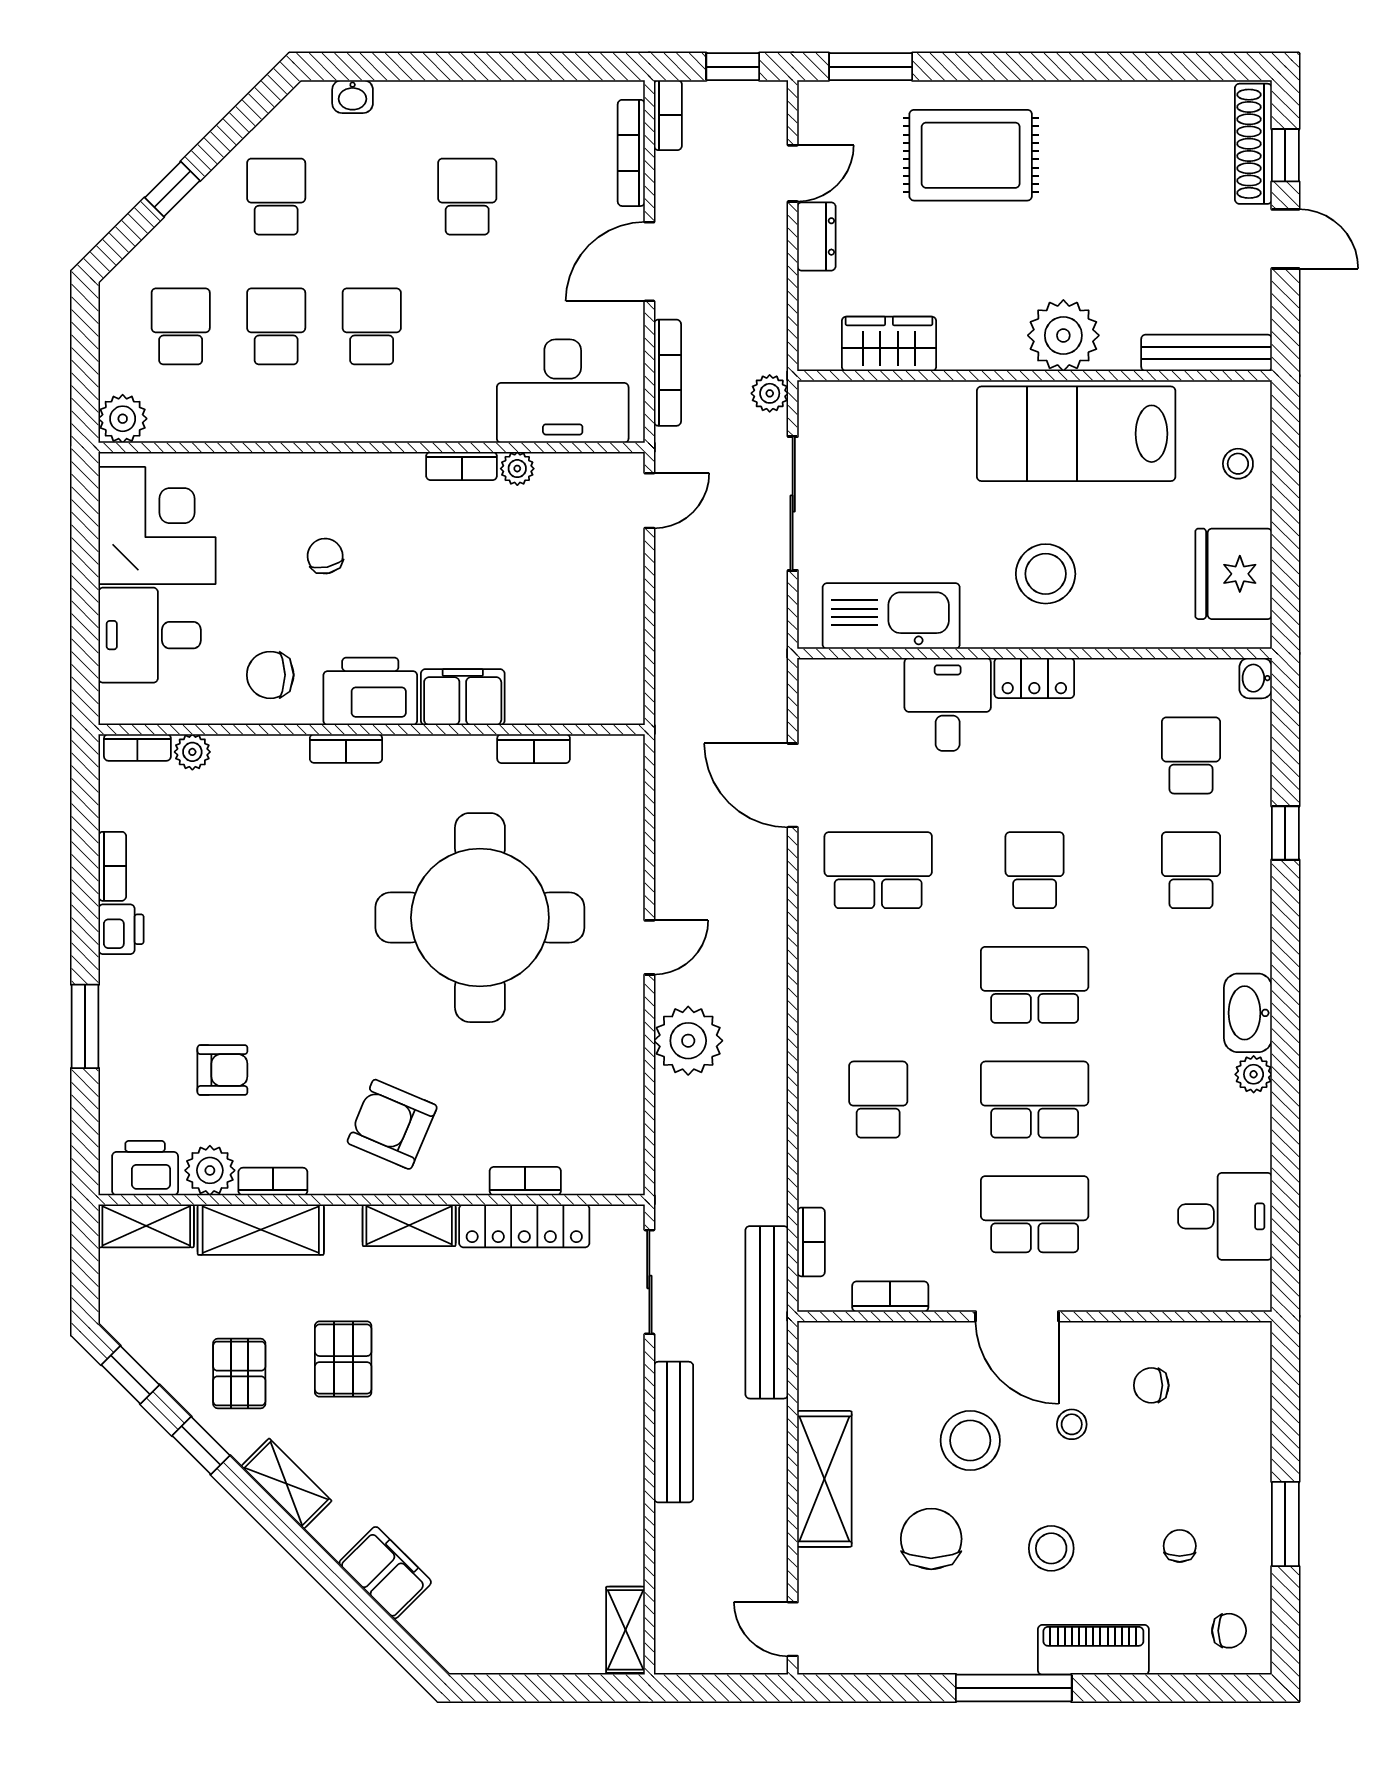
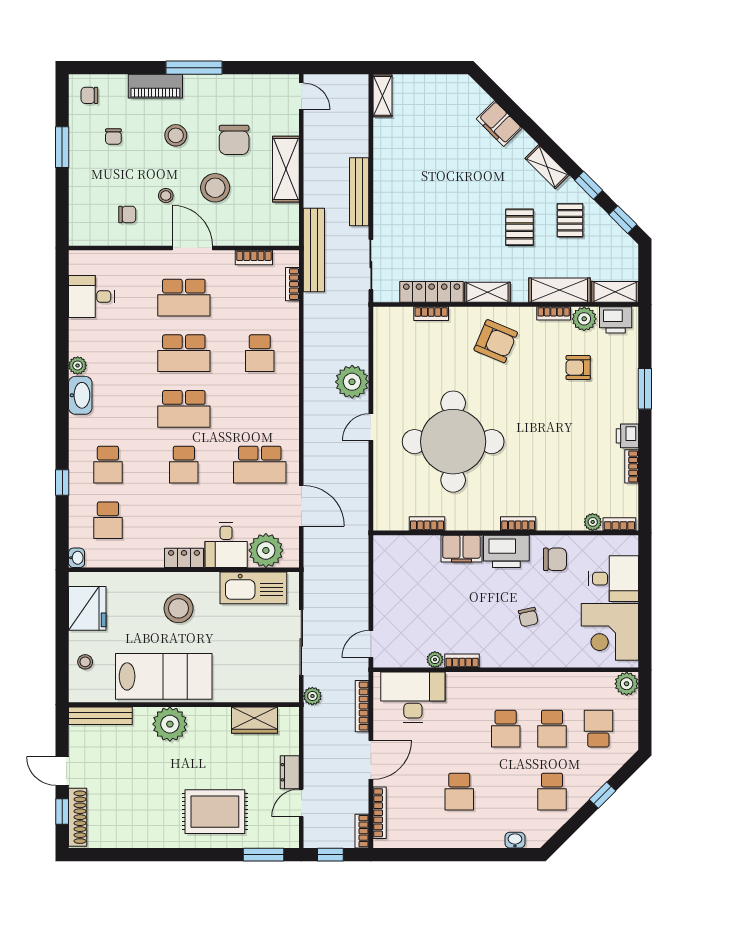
school desk: (181, 326) -> (598, 729), turned 180
plant: (866, 693) -> (266, 550), added

